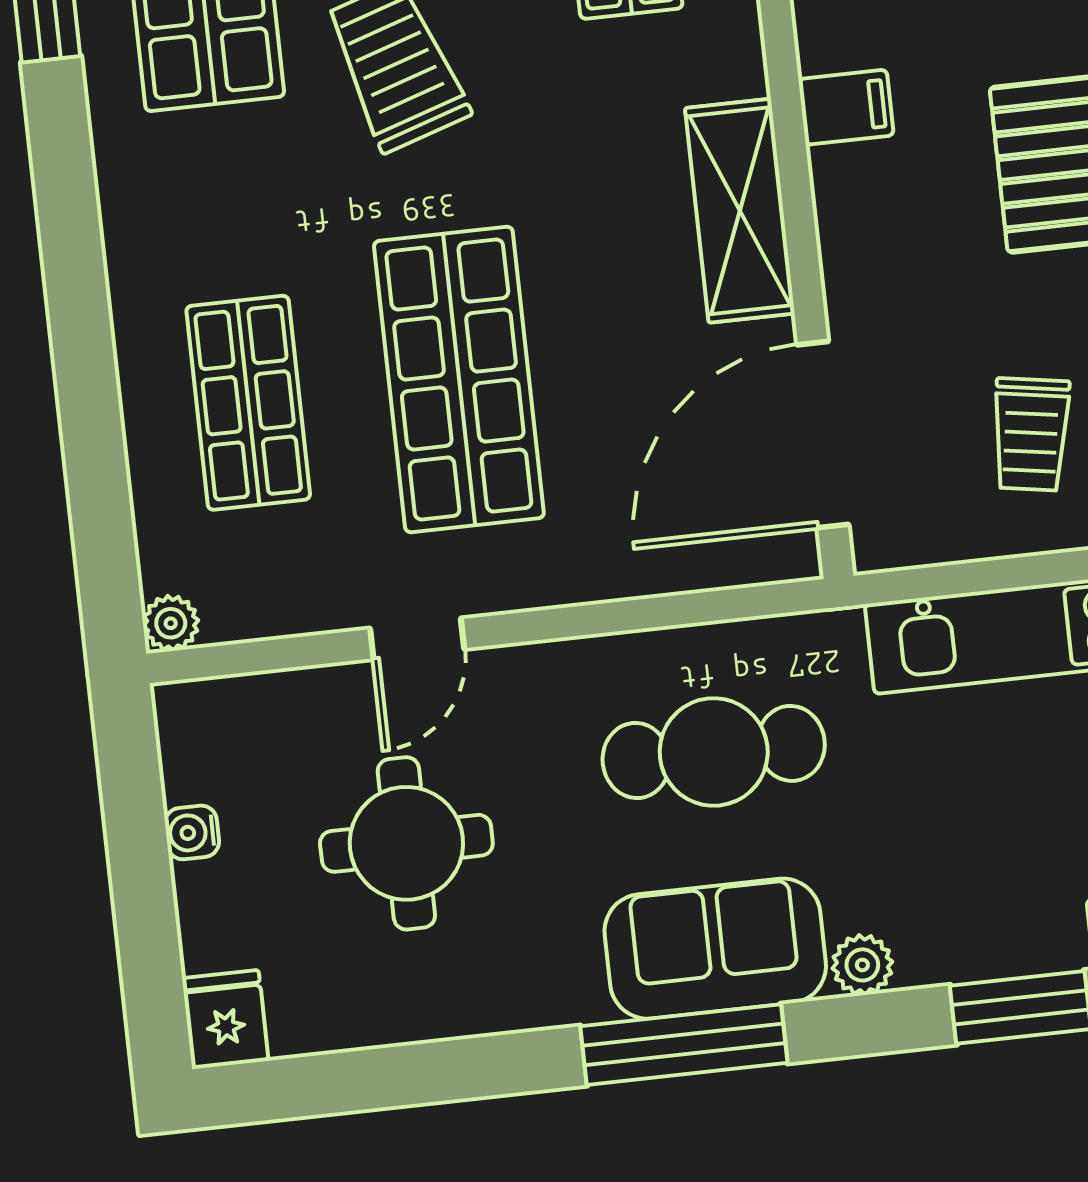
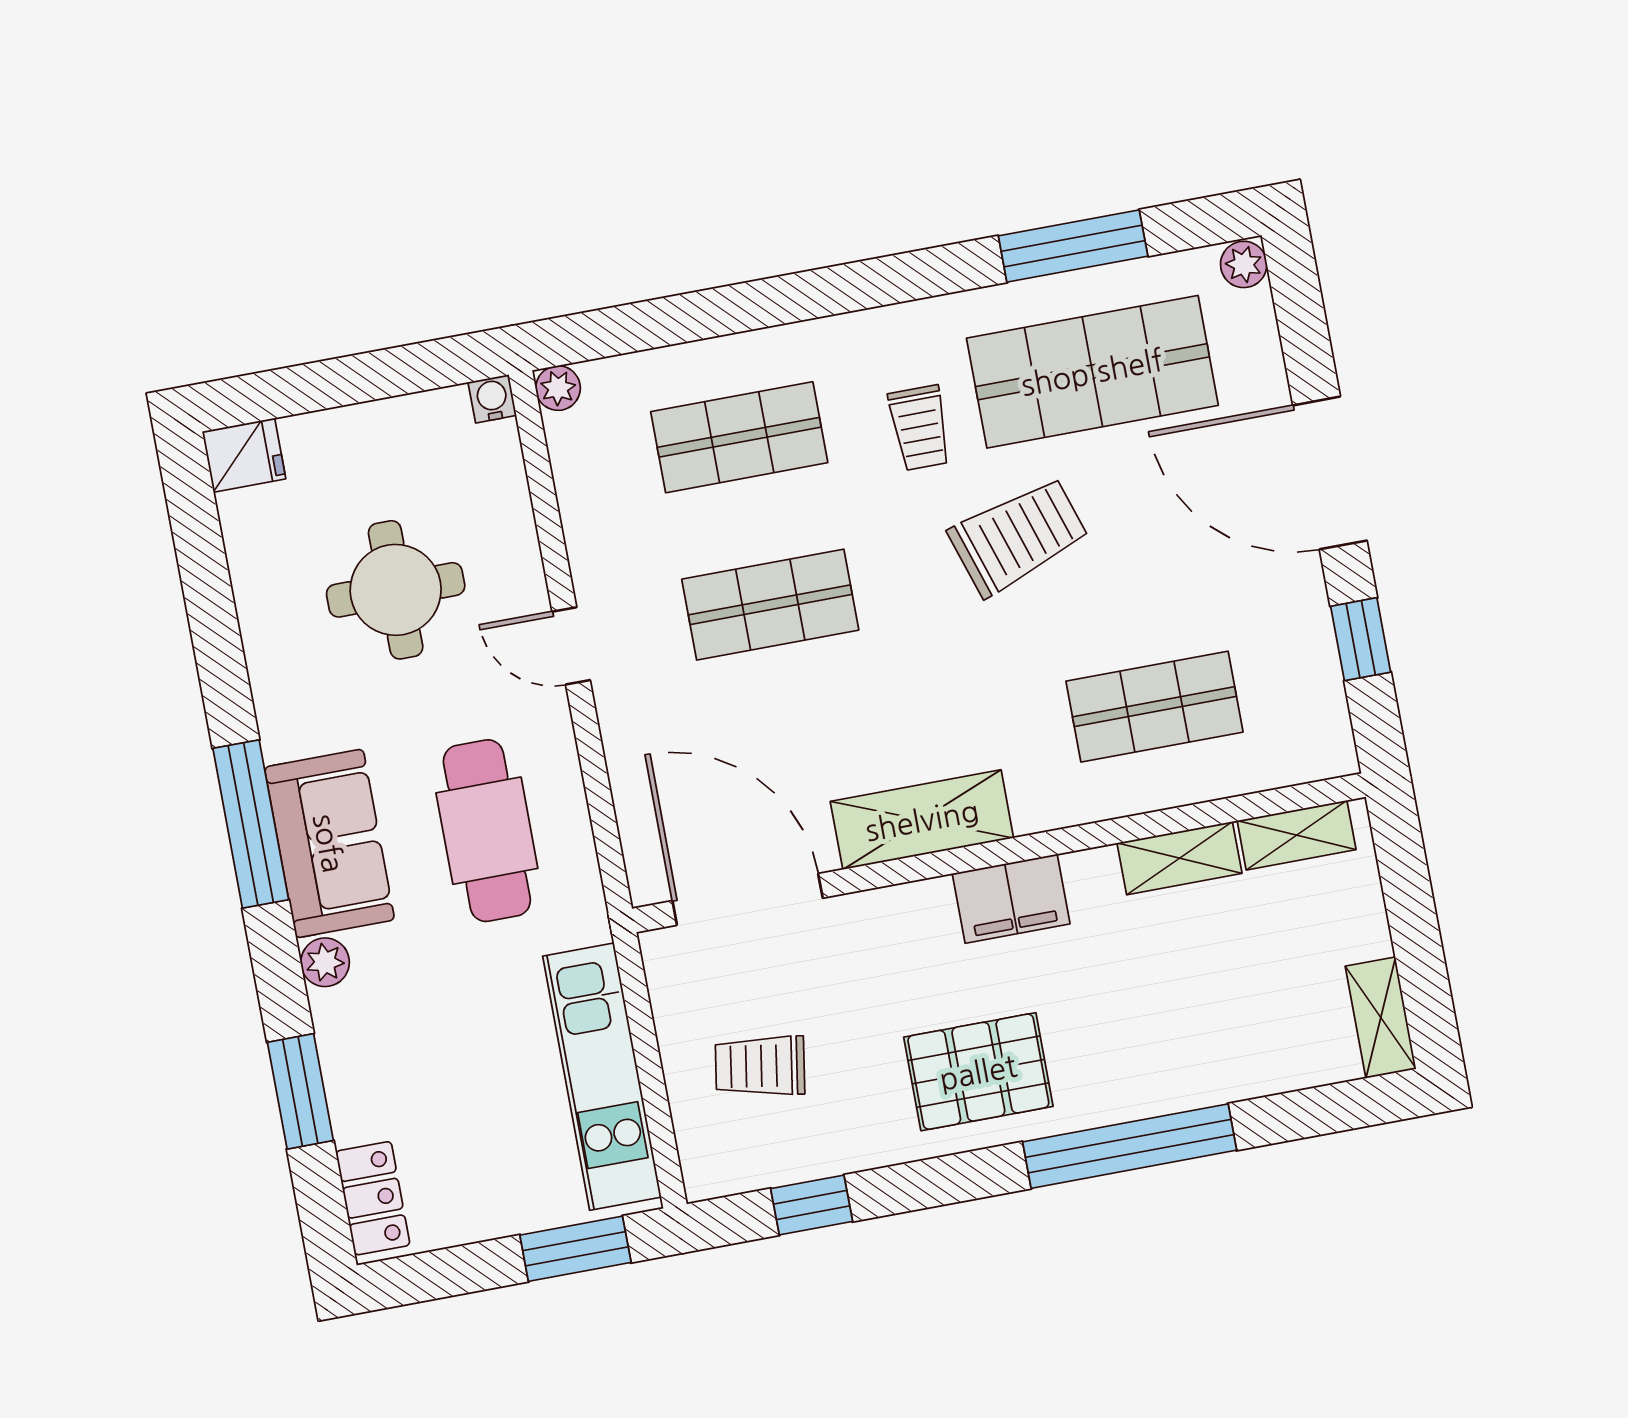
filing cabinet: (846, 107) -> (1011, 899), width x2.00
trolley: (253, 178) -> (920, 428), added
shop shelf: (459, 380) -> (770, 605), width x0.70, depth x0.74
door: (417, 639) -> (571, 646), moved
water cooler: (192, 832) -> (492, 399), moved

